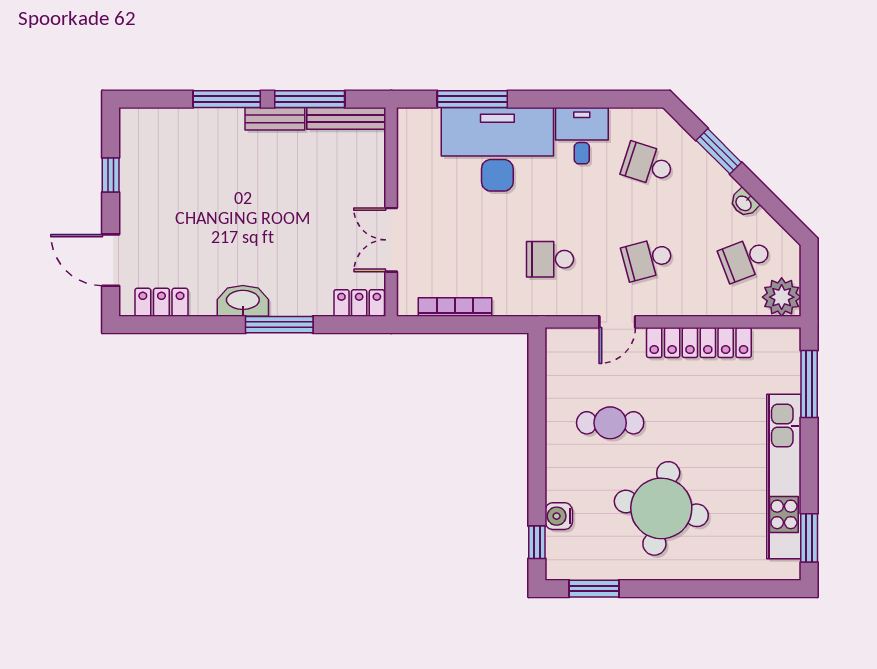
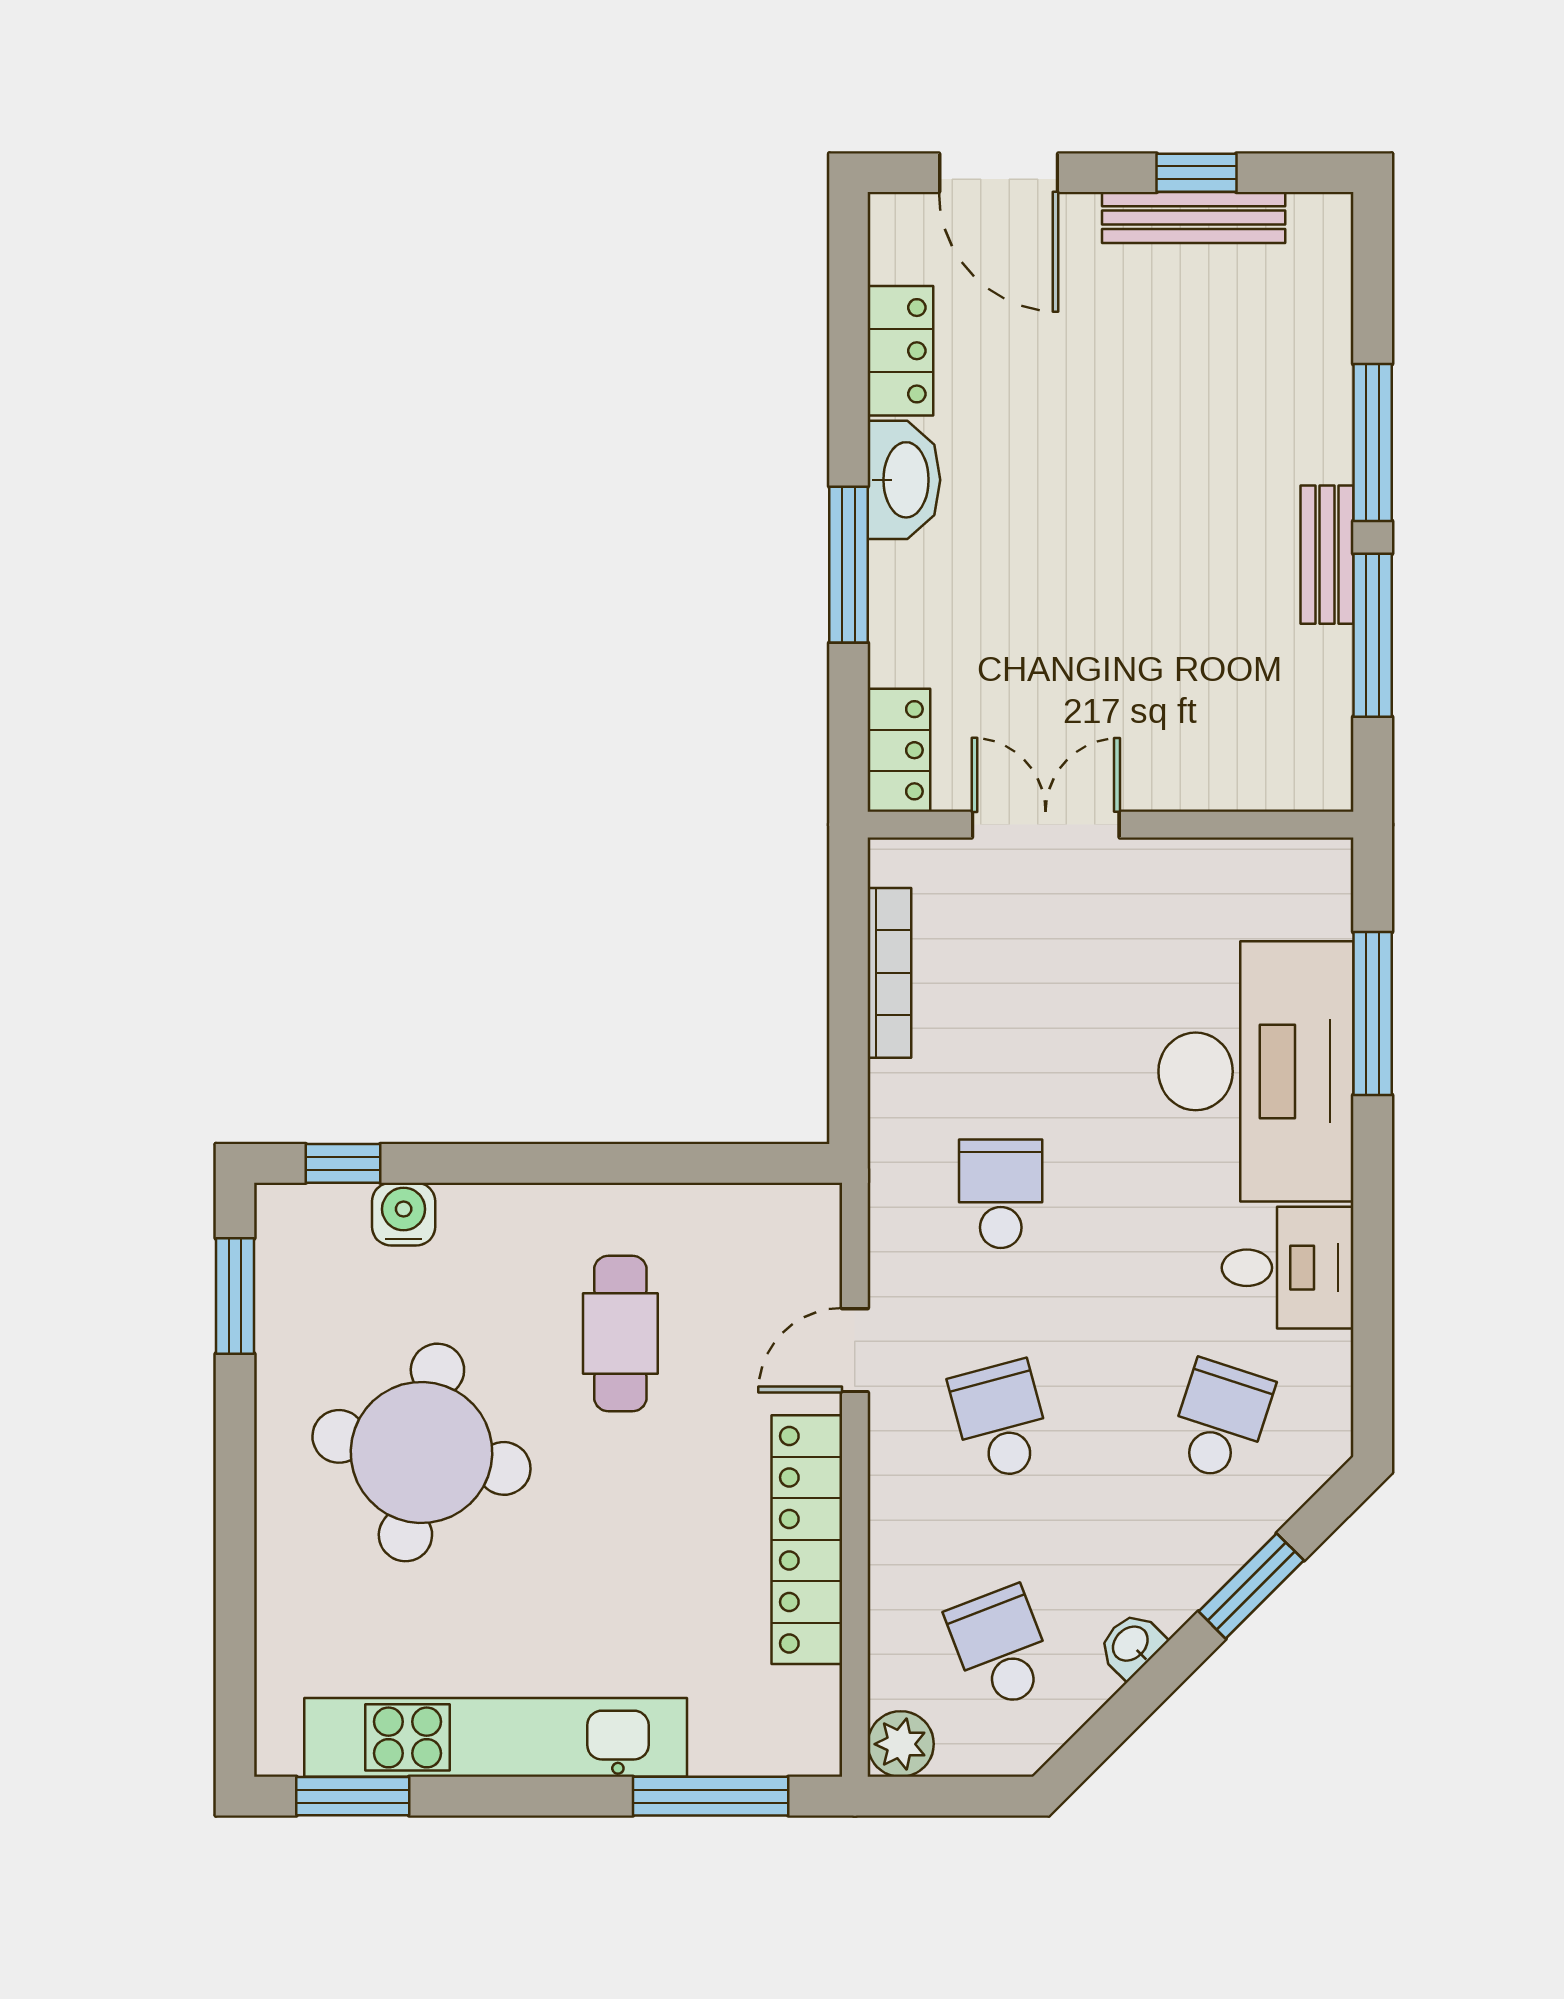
bench: (346, 118) -> (1194, 218), moved, turned 90
door: (111, 260) -> (999, 173), swing flipped
plant: (782, 297) -> (901, 1744), width x0.73, depth x0.73
locker: (161, 302) -> (900, 351), moved
door: (617, 322) -> (855, 1350), hinge flipped

